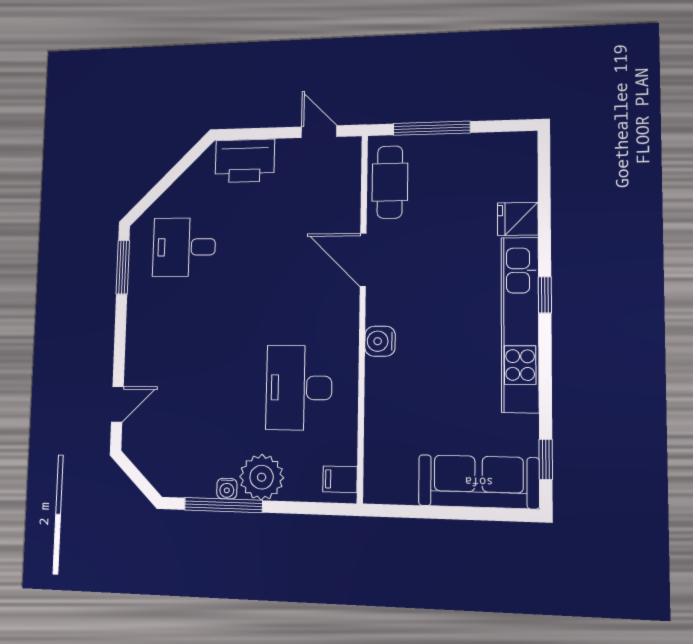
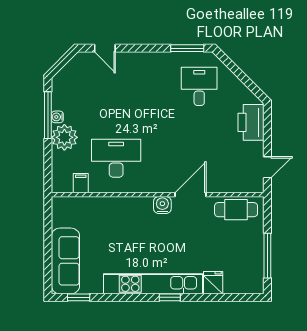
window: (432, 128) -> (267, 256), moved
water cooler: (380, 341) -> (162, 205), moved
filing cabinet: (340, 479) -> (81, 183), moved

